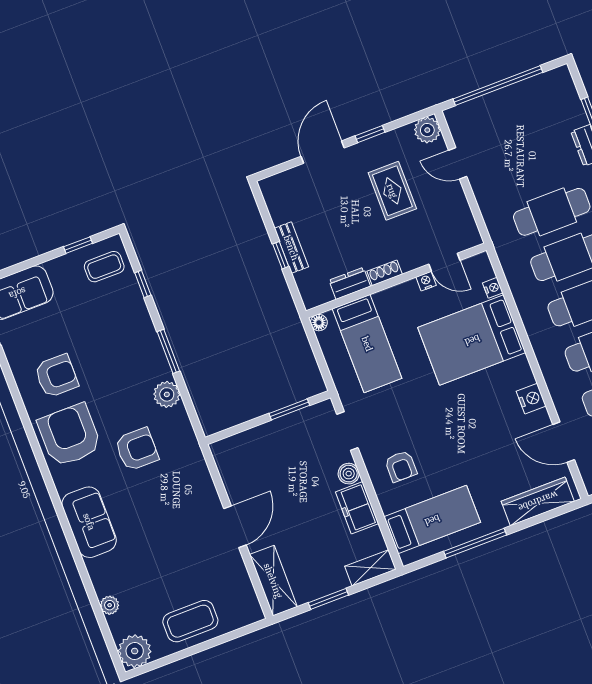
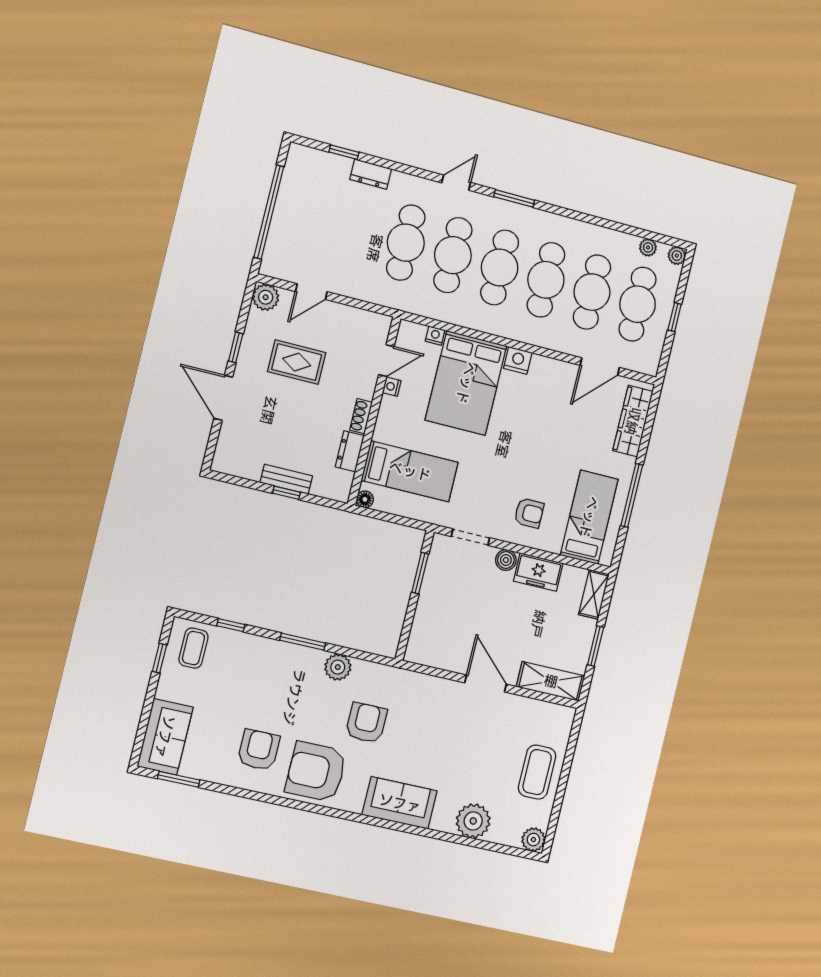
nightstand: (531, 399) -> (518, 360), moved
plant: (110, 605) -> (473, 821), width x1.87, depth x1.87
plant: (135, 651) -> (533, 840), width x0.73, depth x0.73

